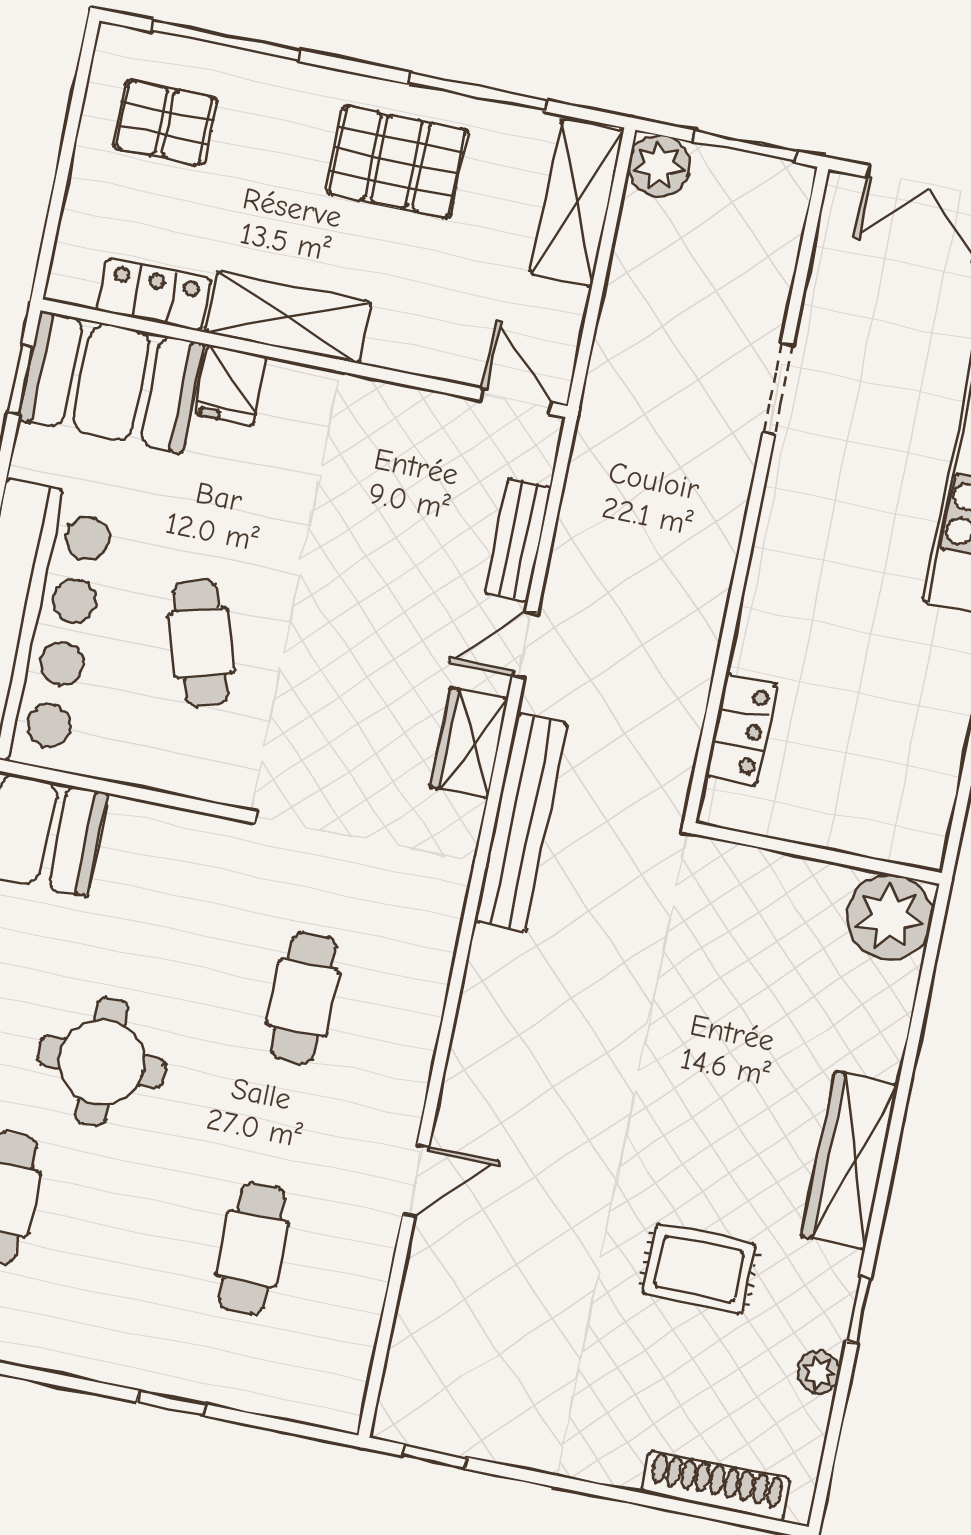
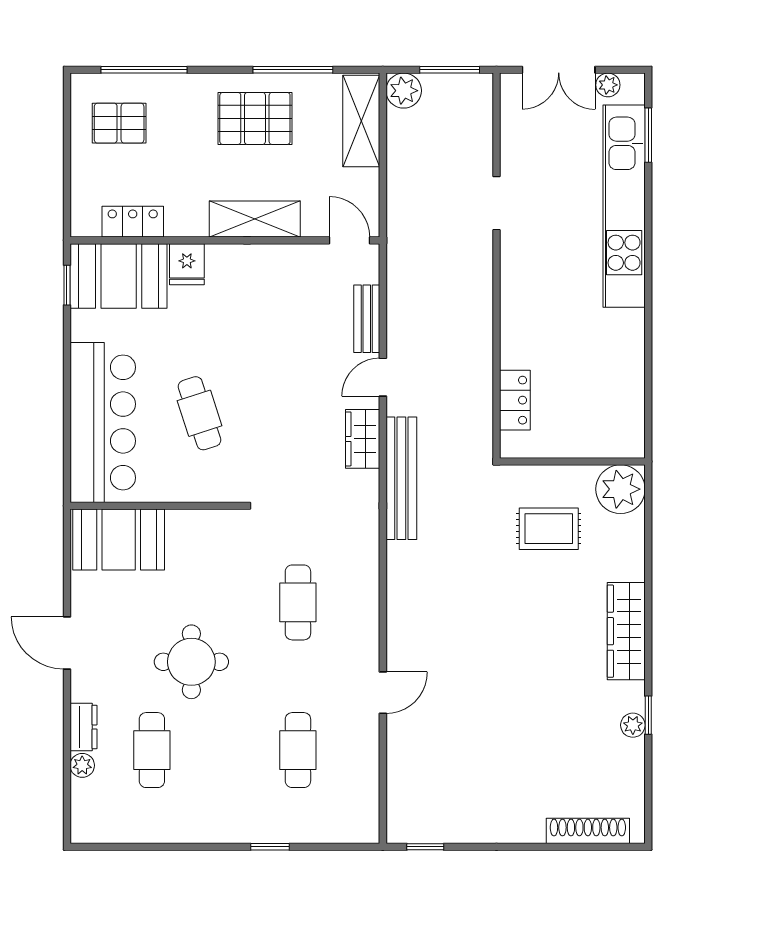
shelving: (288, 317) -> (255, 219), moved
rug: (699, 1269) -> (549, 529), moved
plant: (819, 1372) -> (633, 725), moved

